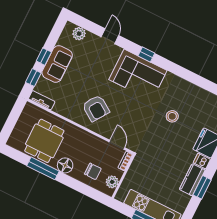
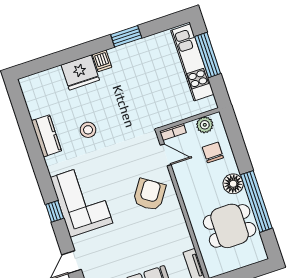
armchair: (96, 108) -> (149, 195), moved
door: (117, 145) -> (166, 155), swing flipped
window: (43, 168) -> (256, 201), width x1.46
kitchen counter: (192, 180) -> (46, 136), moved, turned -90

